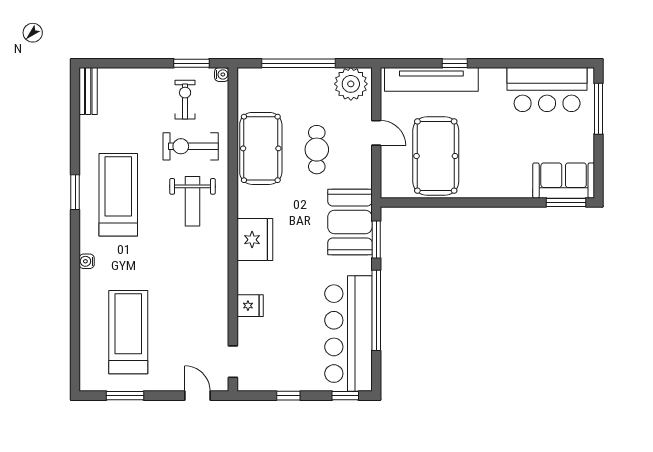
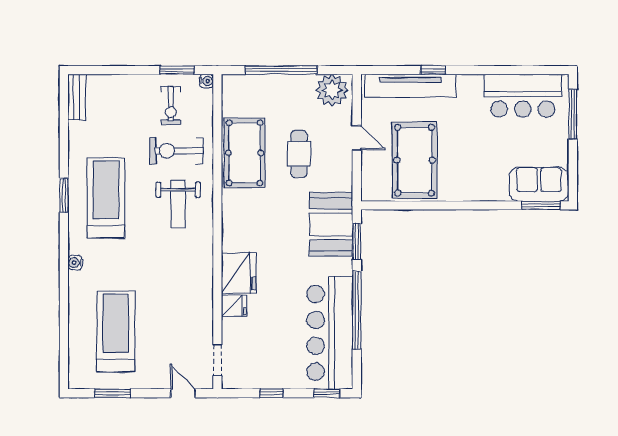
exercise bike: (185, 100) -> (171, 105), turned 180
fridge: (255, 240) -> (239, 273), moved

